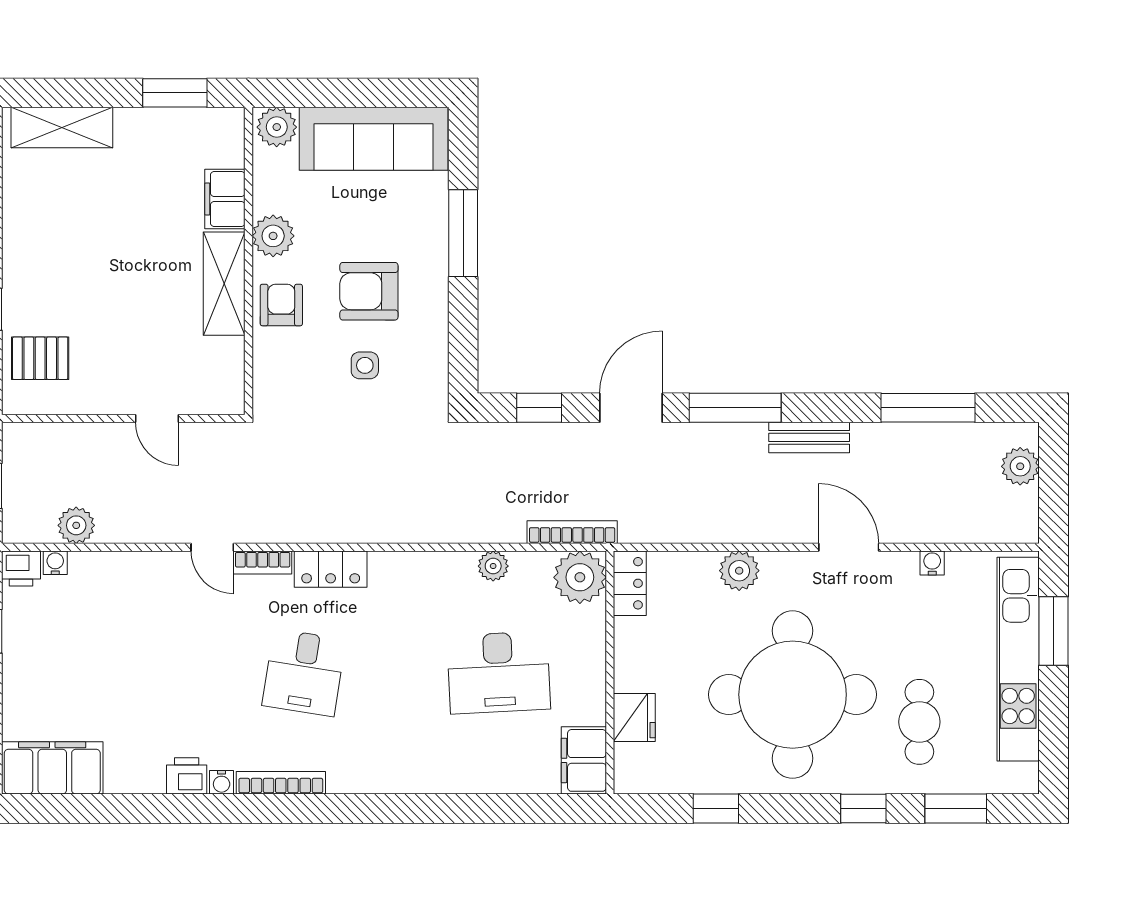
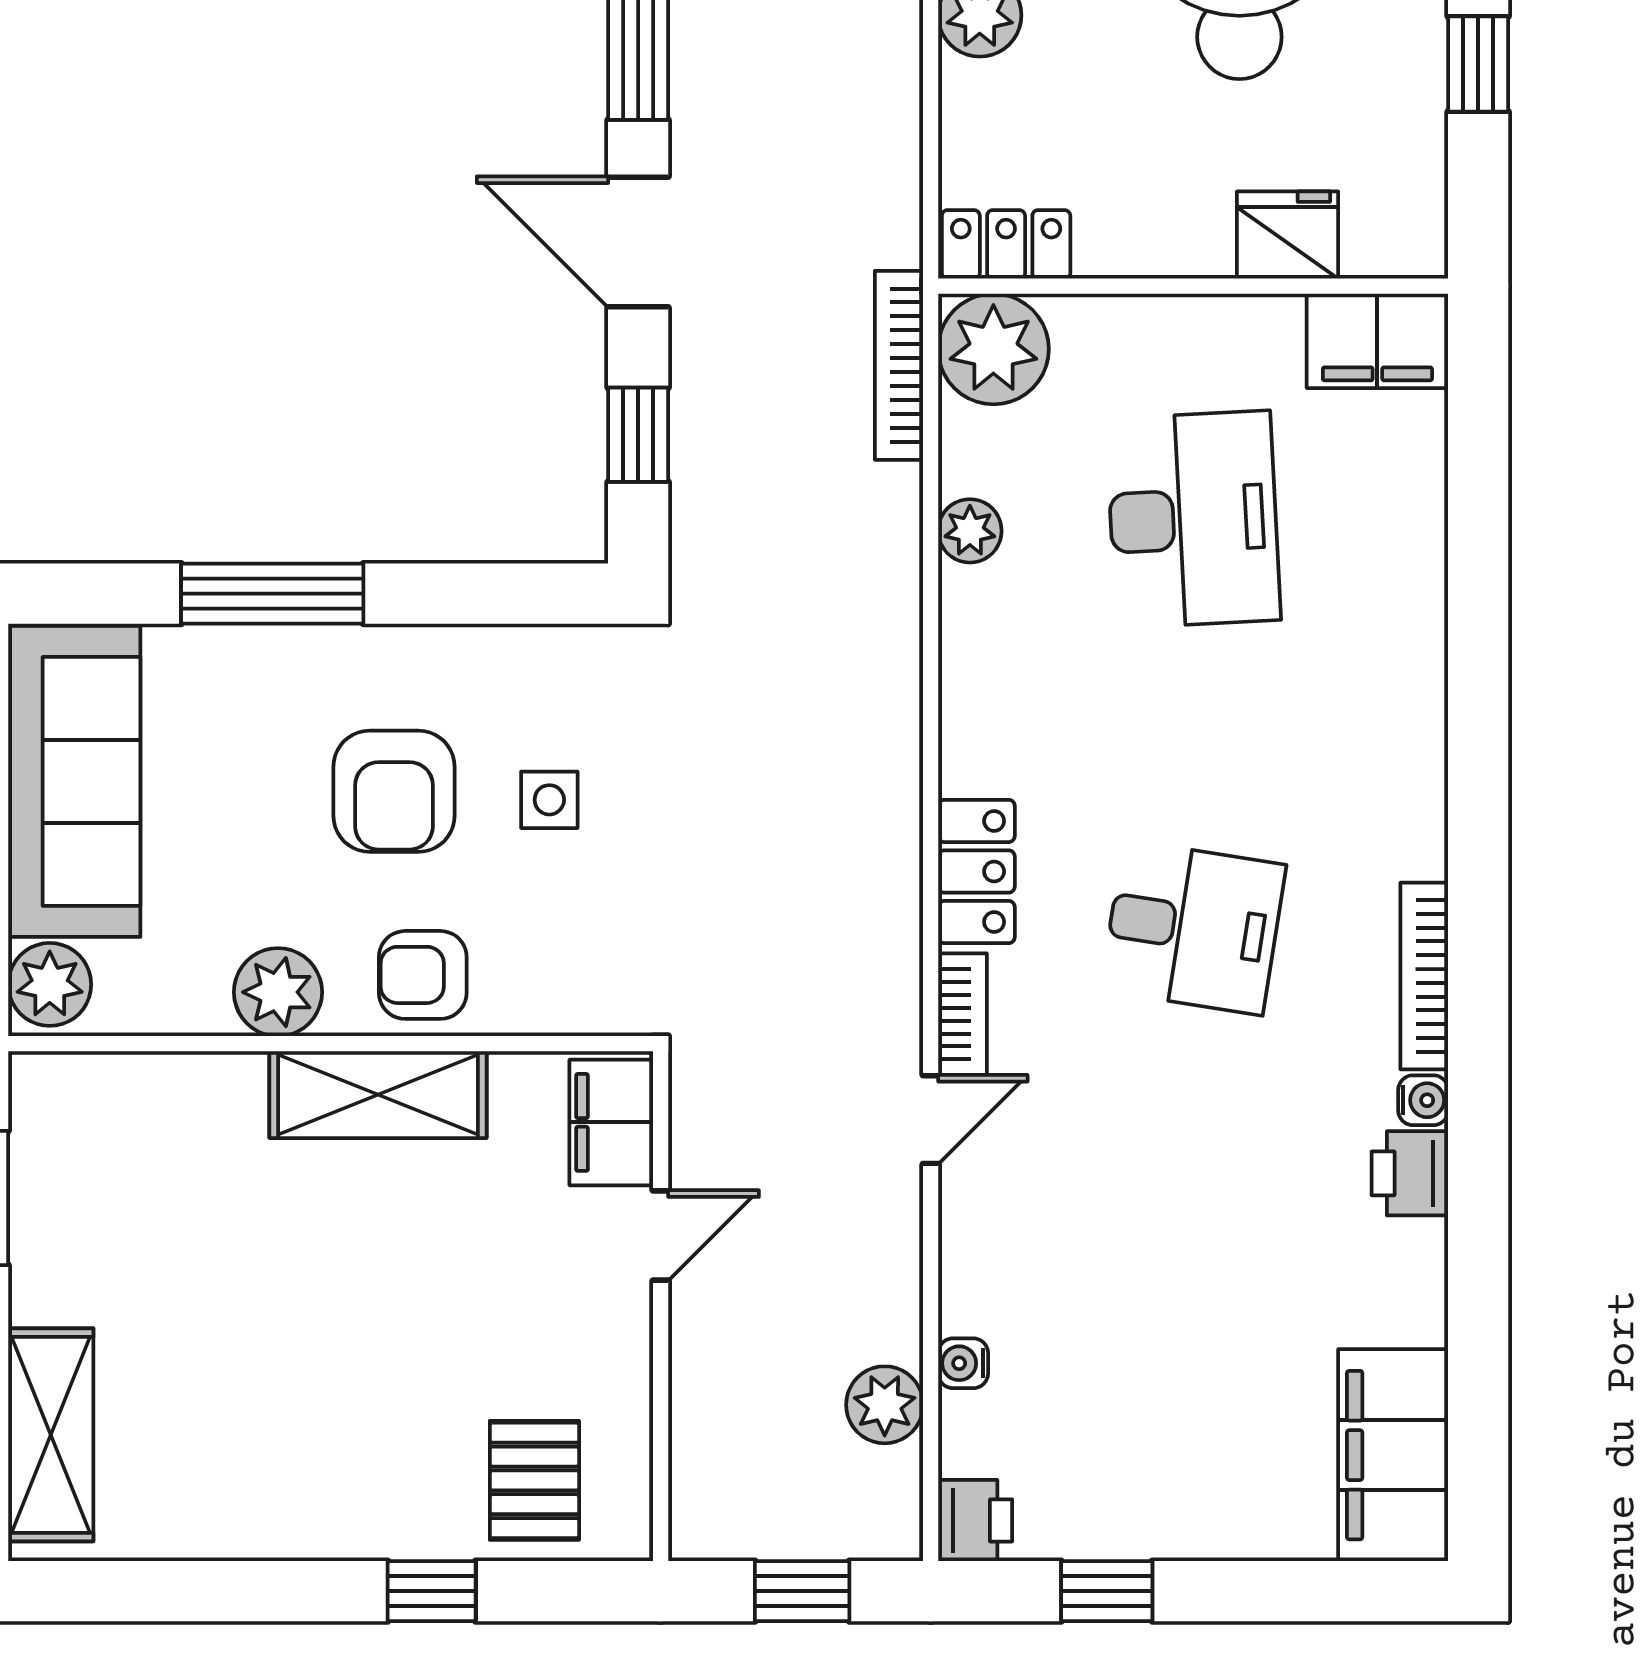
filing cabinet: (225, 199) -> (611, 1122), moved, turned 90
water cooler: (55, 563) -> (963, 1363), moved

